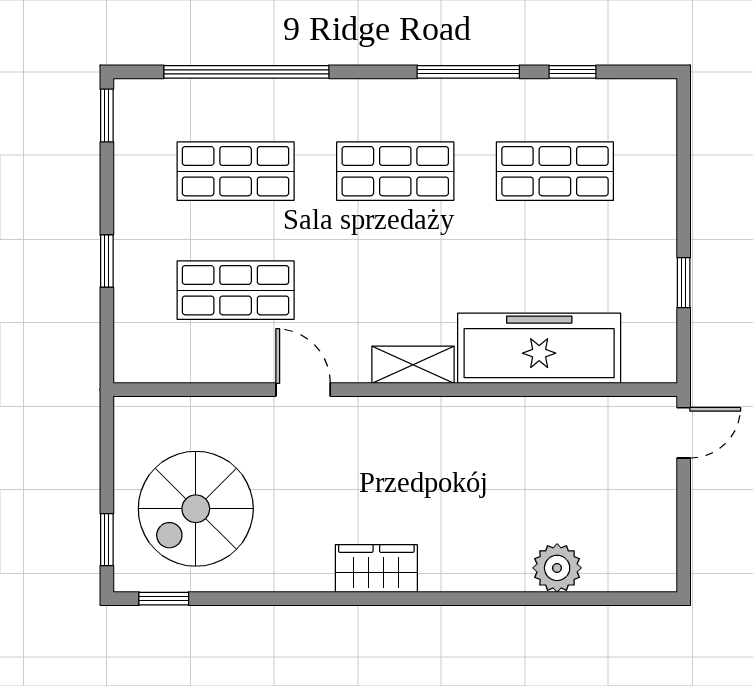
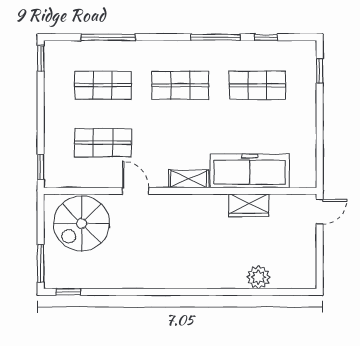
window: (246, 72) -> (108, 37), width x0.68
window: (107, 261) -> (41, 167), moved
window: (684, 283) -> (320, 71), moved
spiral stairs: (196, 509) -> (82, 223), moved
window: (107, 540) -> (41, 263), width x1.50
wardrobe: (376, 568) -> (249, 205), moved, turned 180

